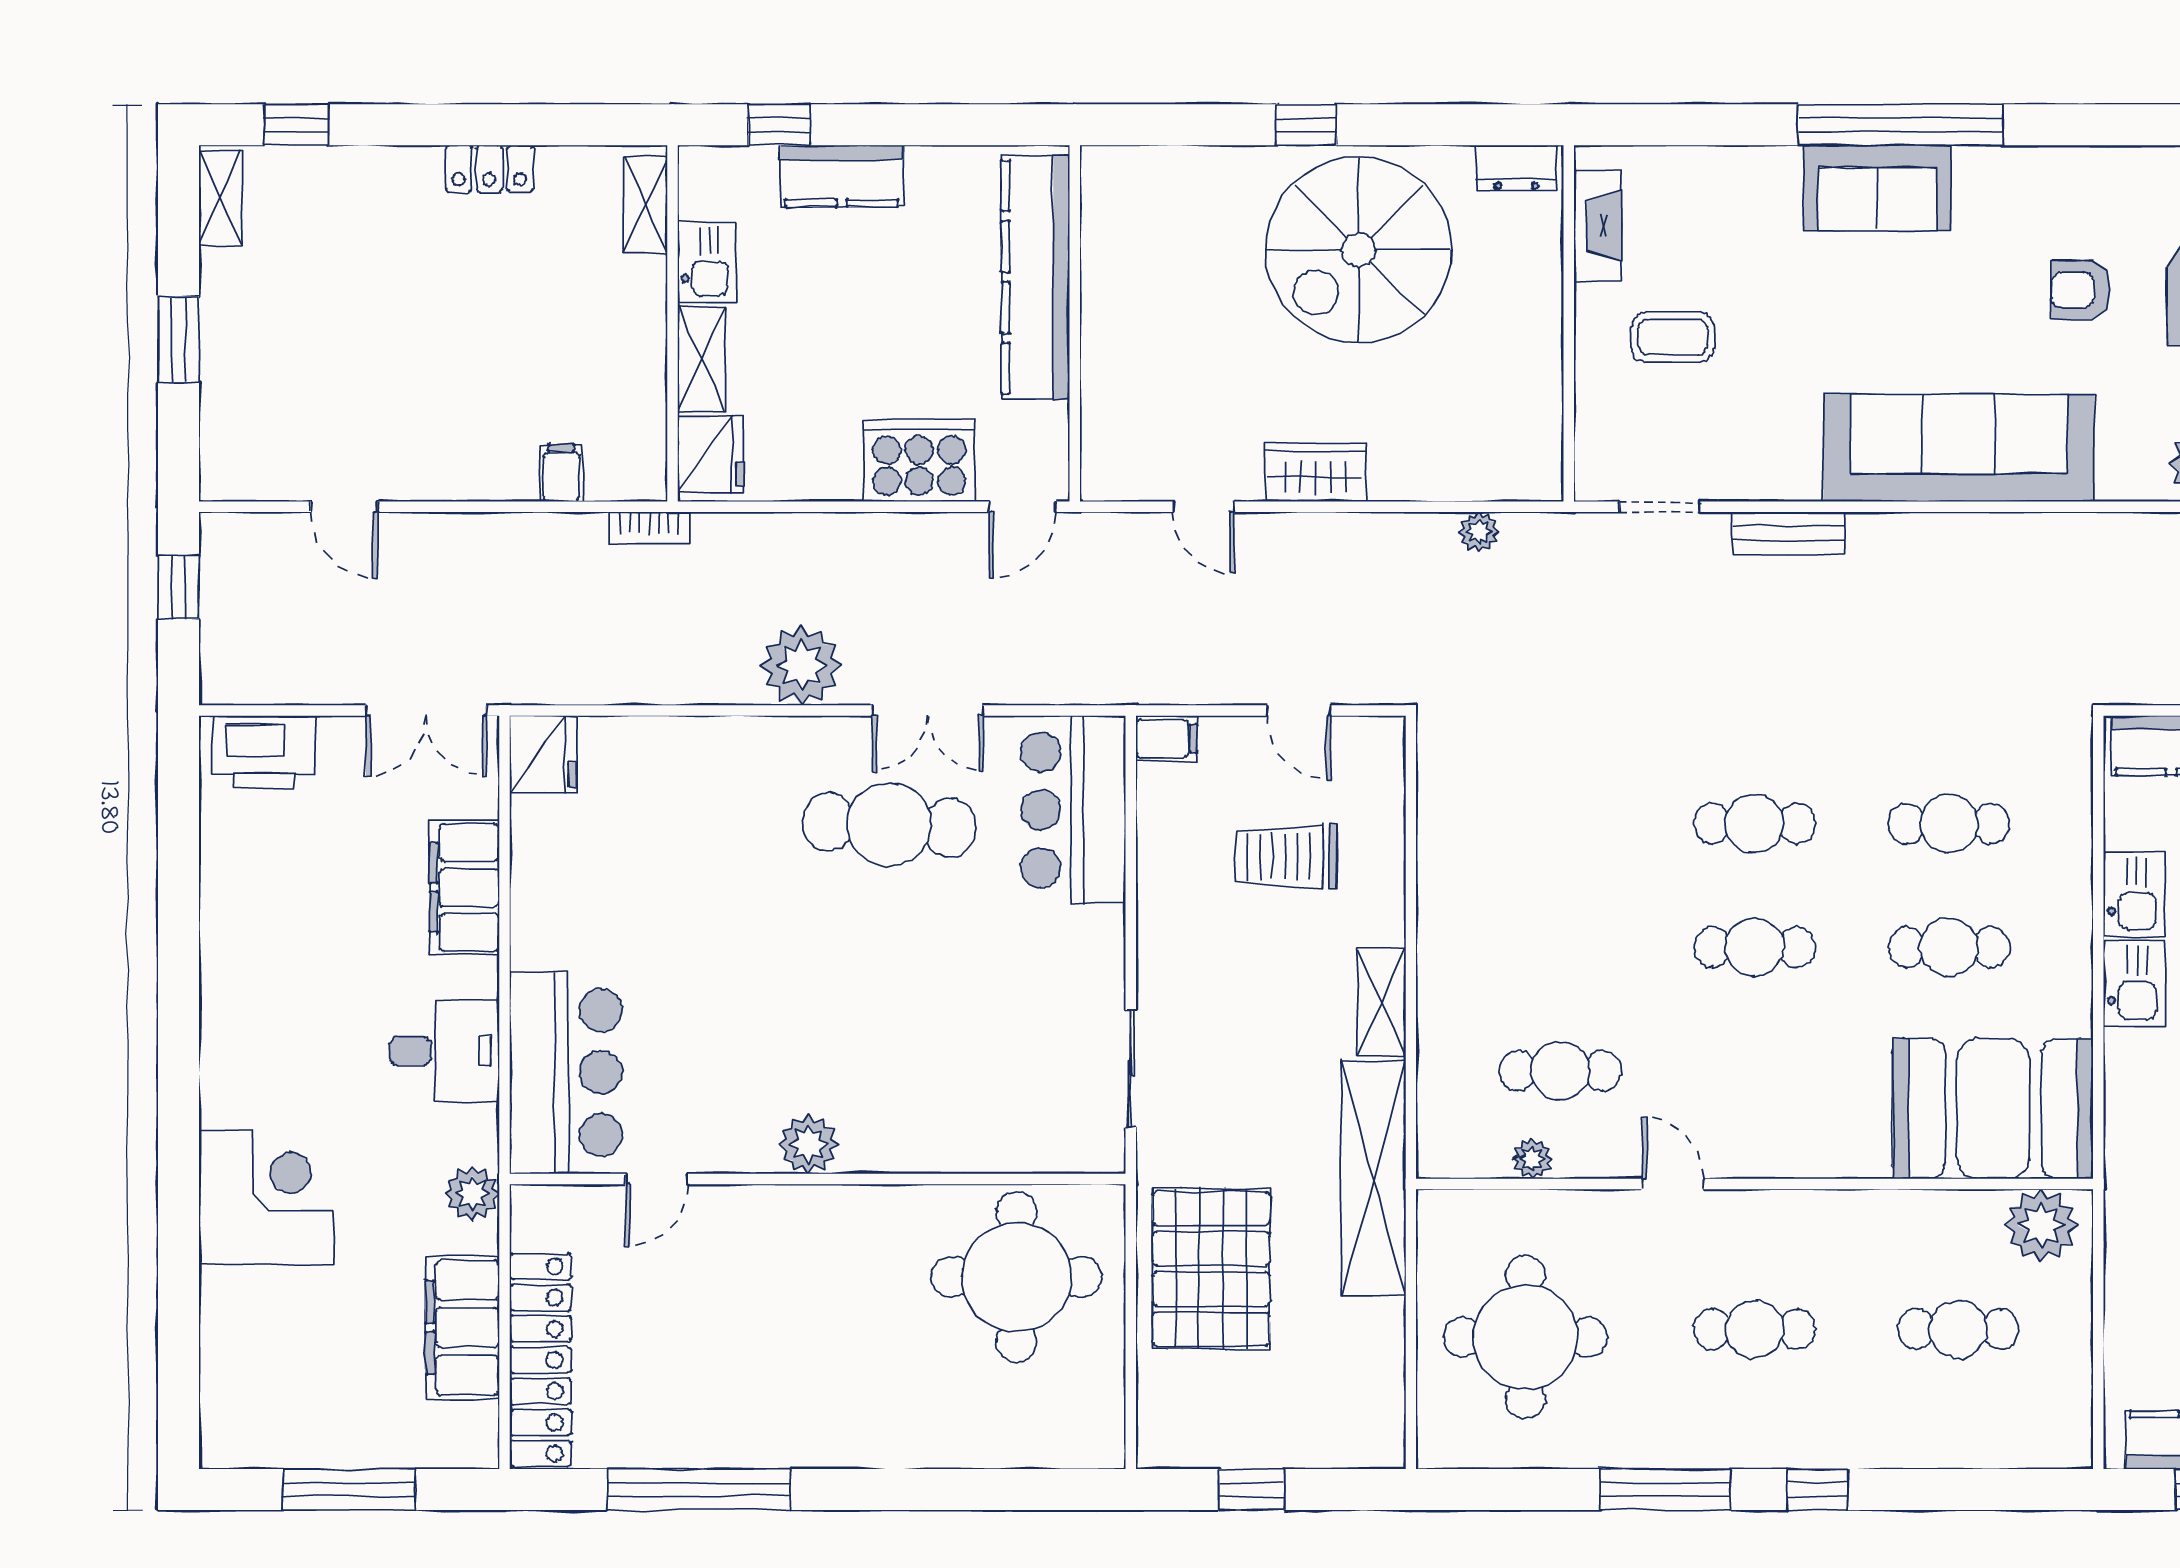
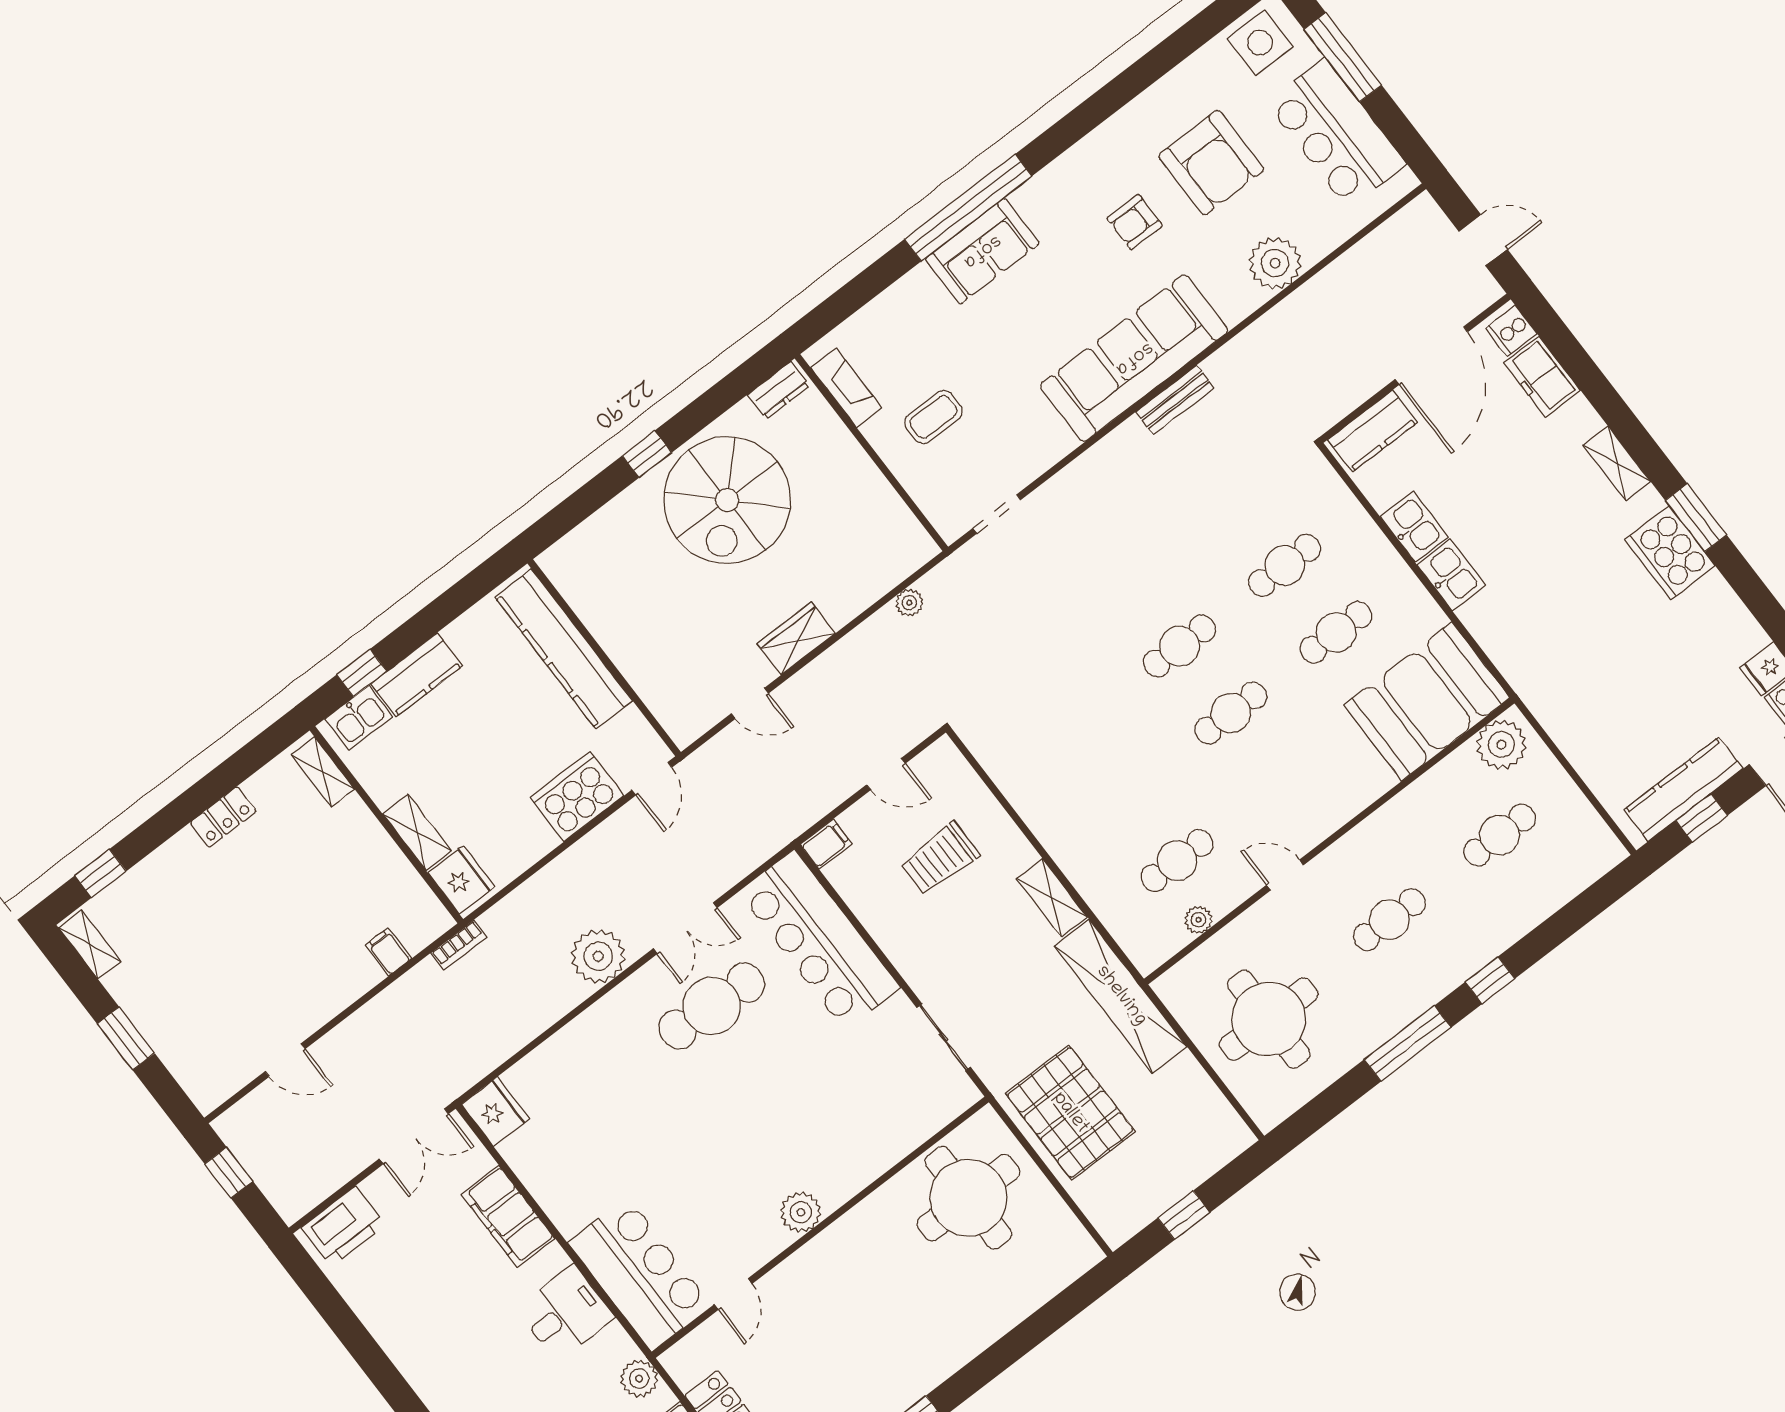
kitchen sink: (707, 263) -> (359, 718), moved, turned 90
bench: (1788, 533) -> (1175, 400), moved
bar counter: (1073, 810) -> (819, 940), width x1.36

